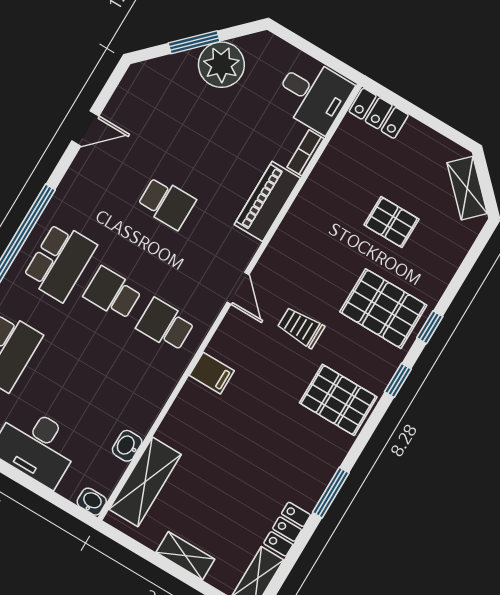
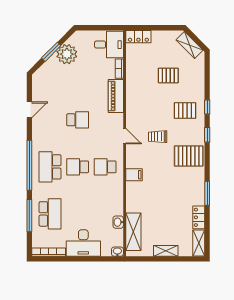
school desk: (60, 262) -> (50, 167), turned 180
pallet: (383, 309) -> (185, 111), width x0.67, depth x0.71

